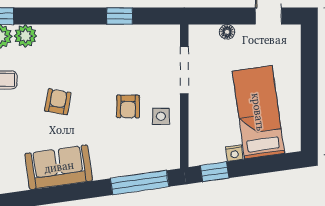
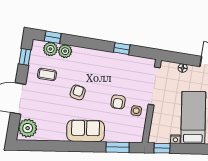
doorway: (184, 70) -> (154, 86), width x1.36
sofa: (59, 167) -> (86, 131), moved
window: (140, 183) -> (118, 147), width x0.69

